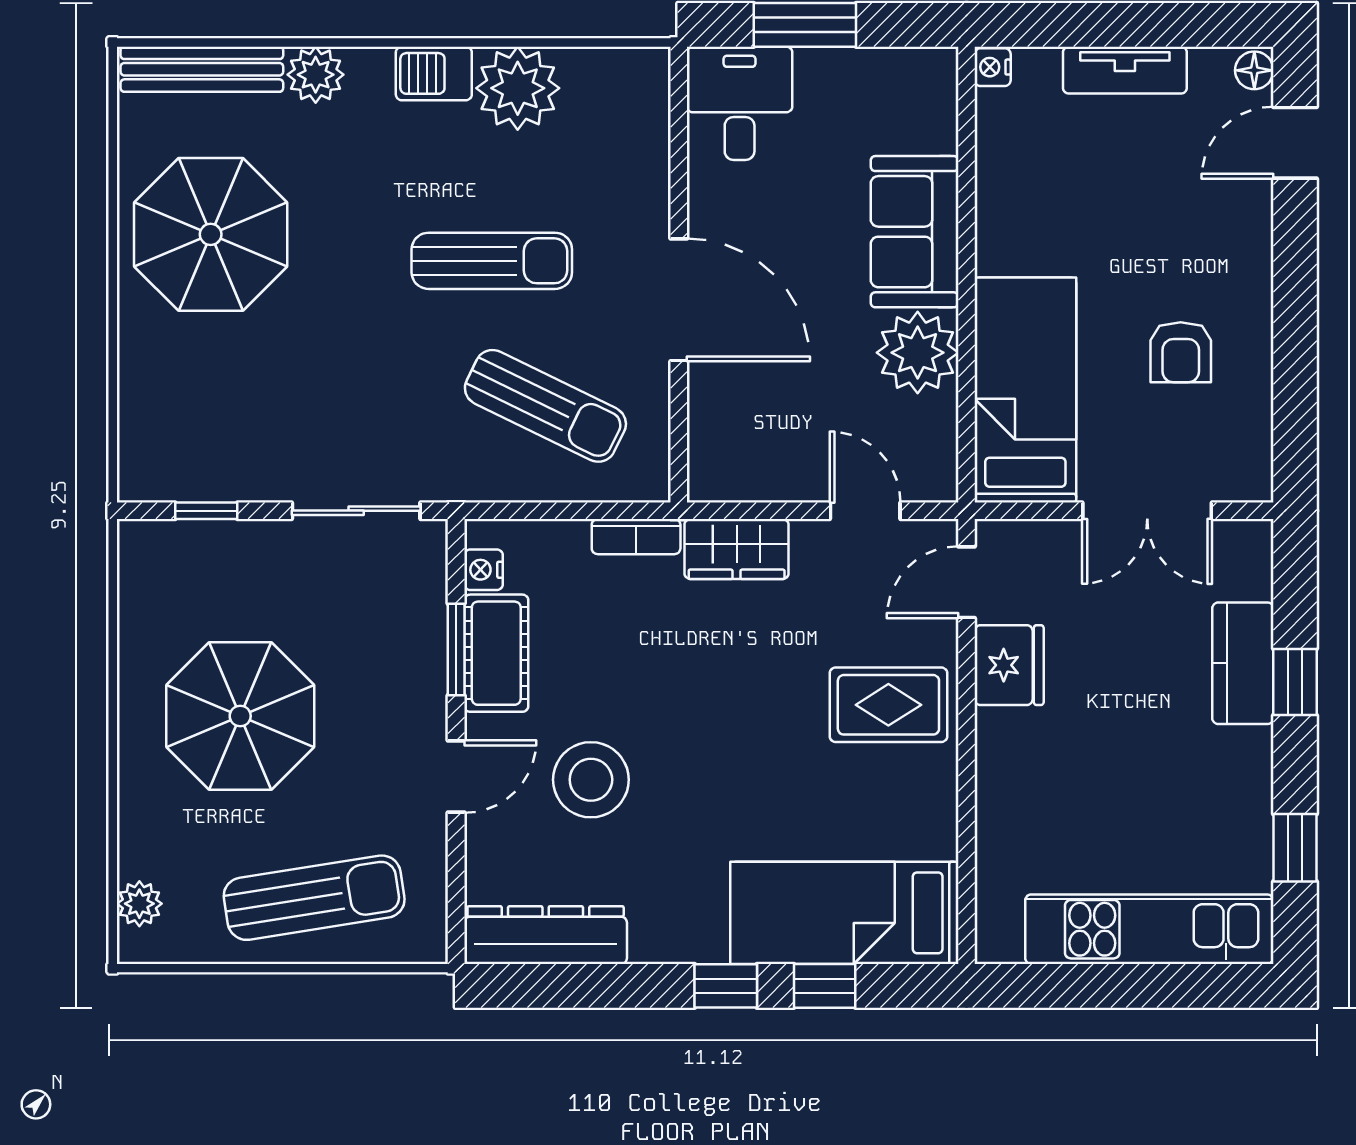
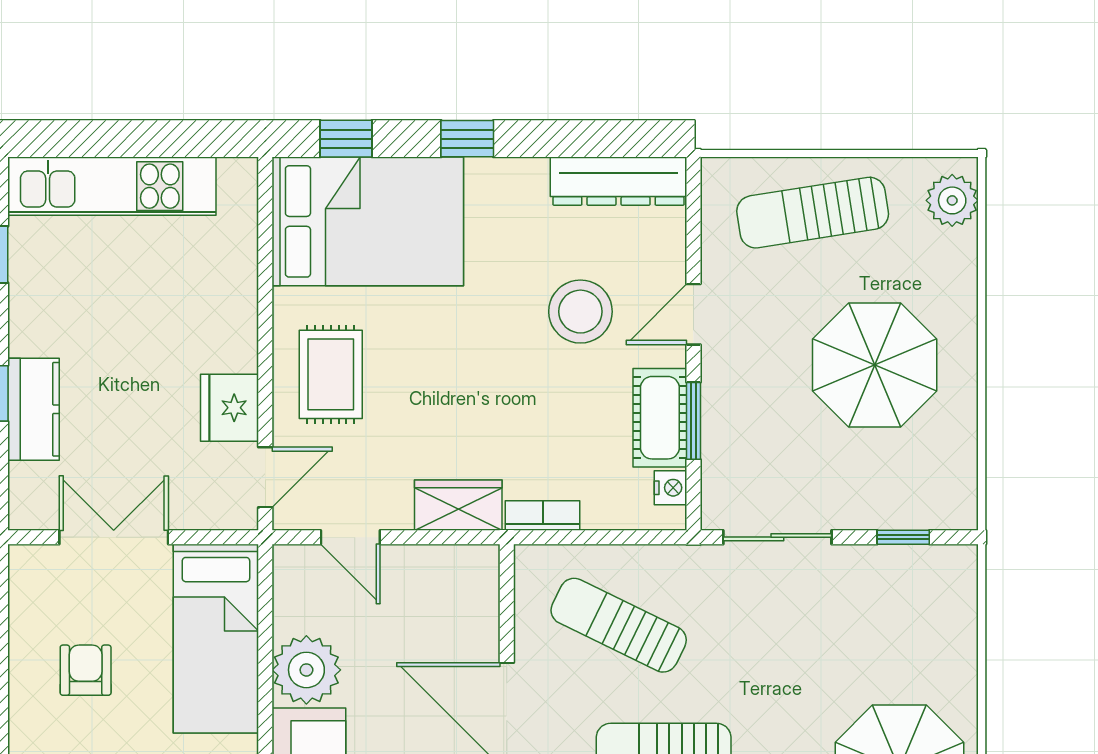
rug: (888, 705) -> (331, 374), turned 90
plant: (139, 904) -> (952, 200), width x1.38, depth x1.38
bed: (844, 913) -> (368, 221), width x1.50
window: (825, 986) -> (346, 139), moved

